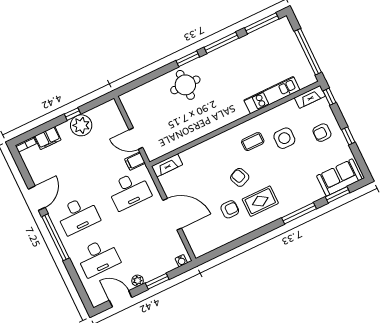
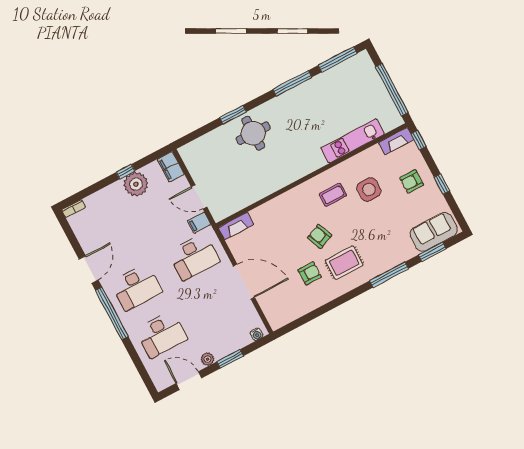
window: (188, 59) -> (233, 115), moved
filing cabinet: (48, 138) -> (171, 167), moved, turned 90

